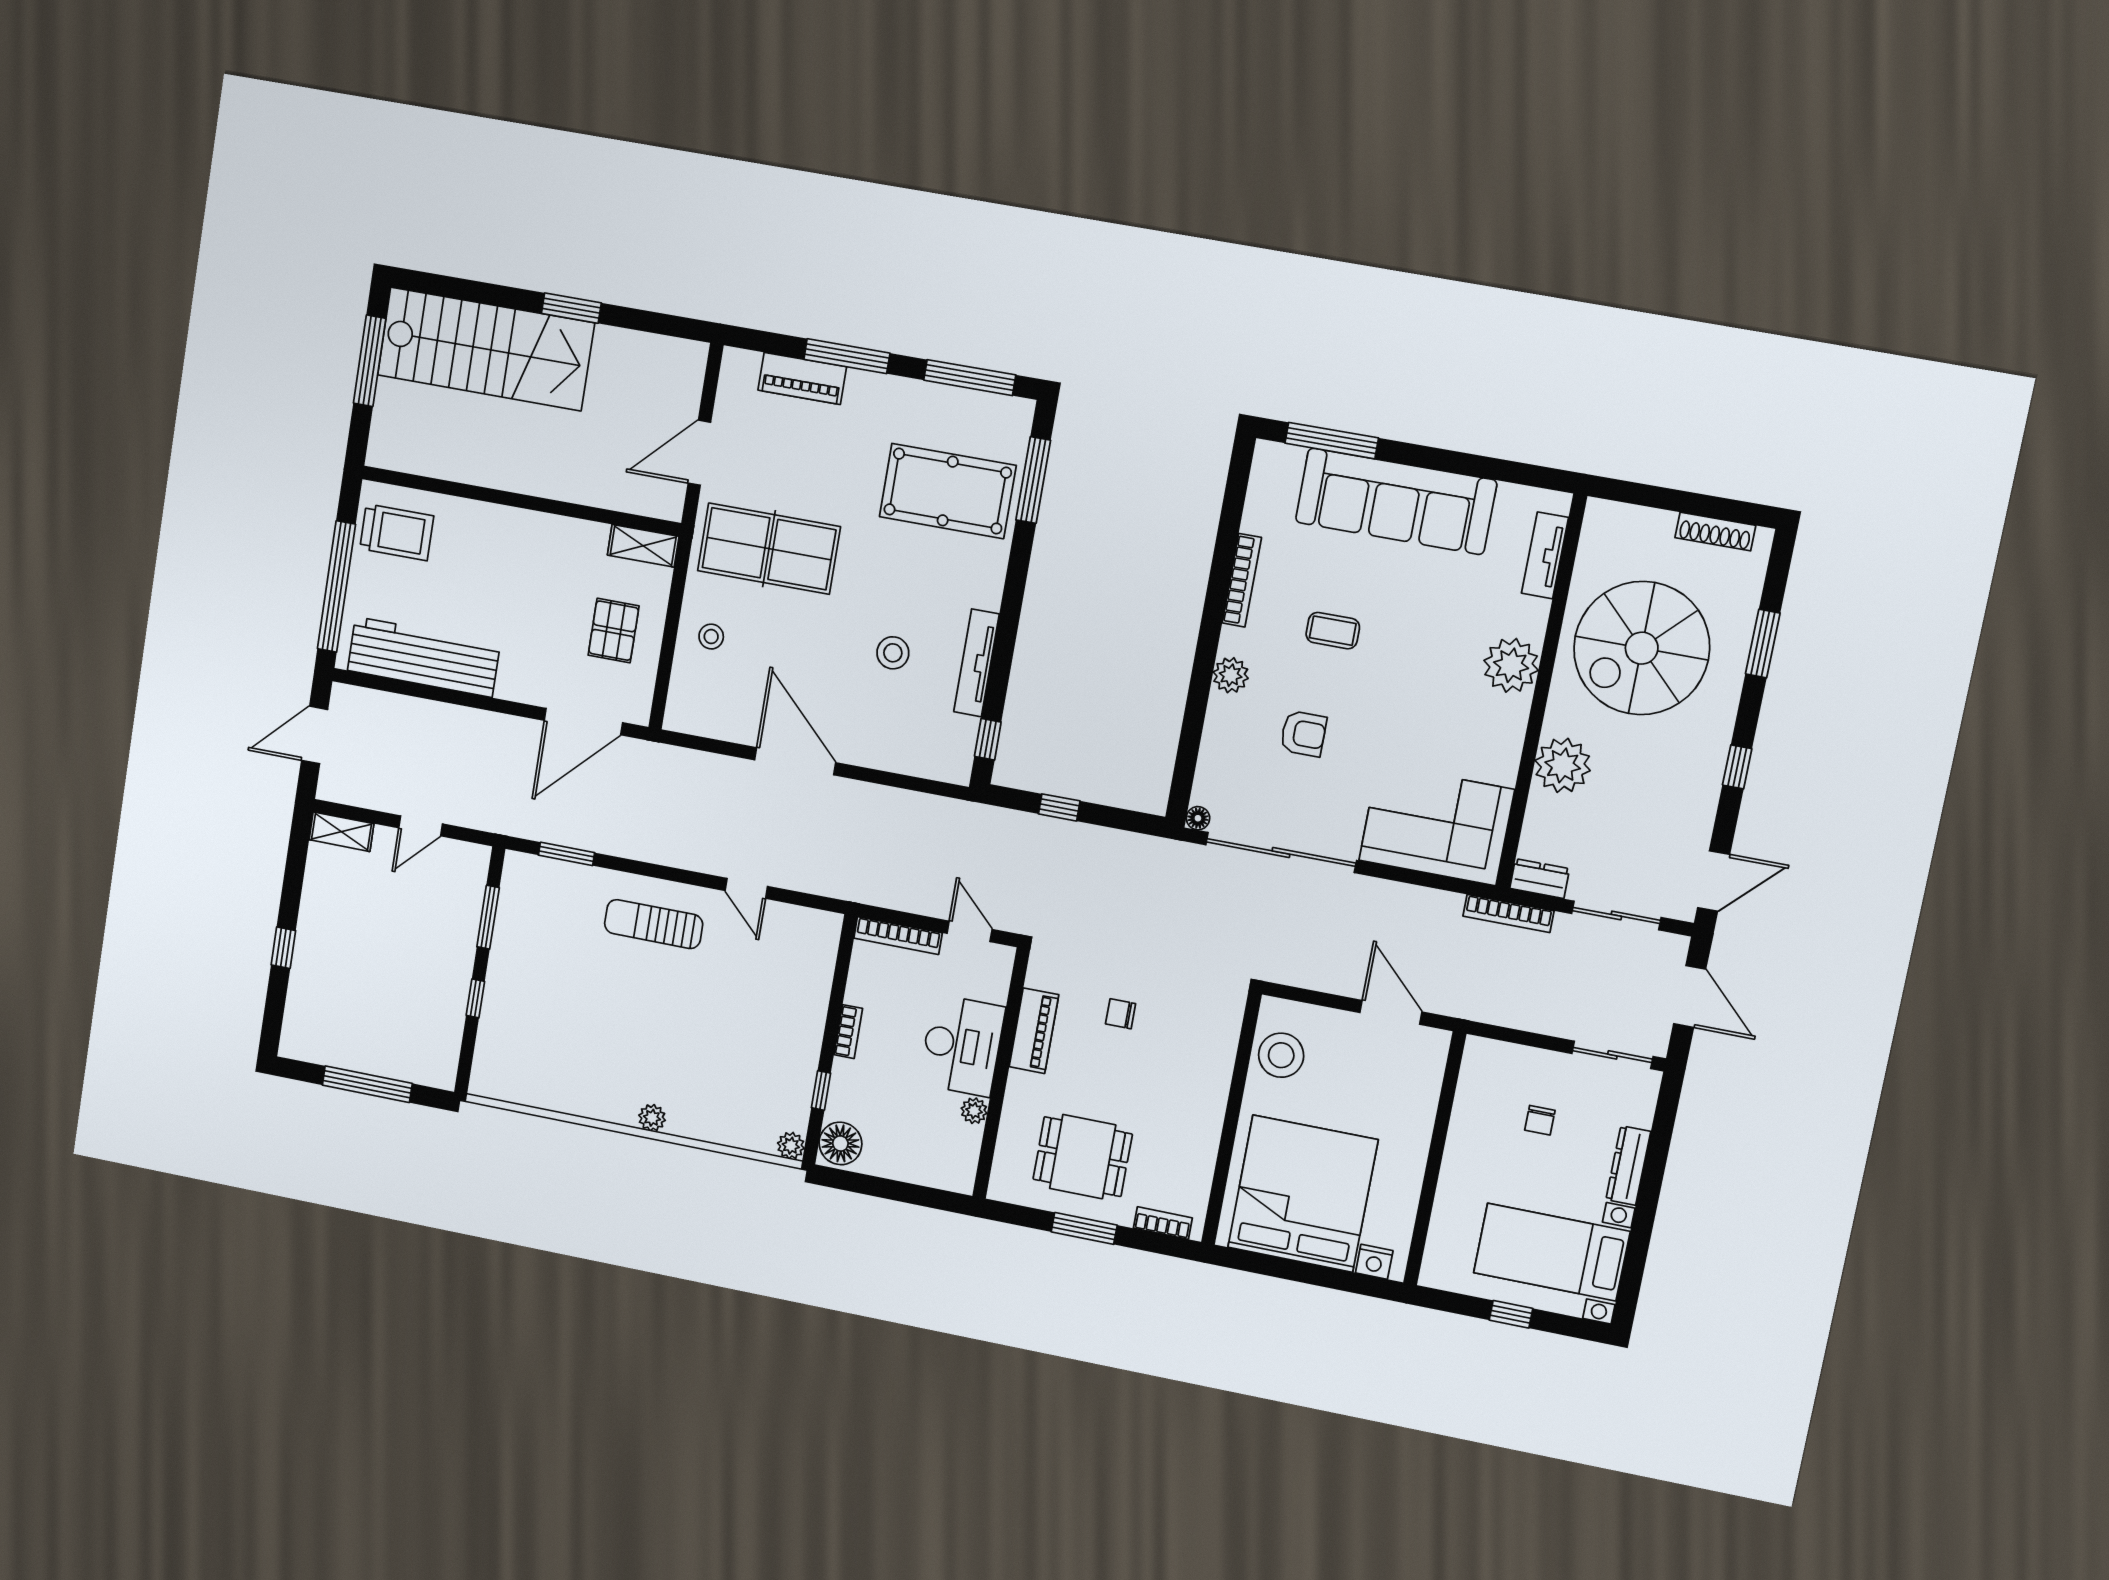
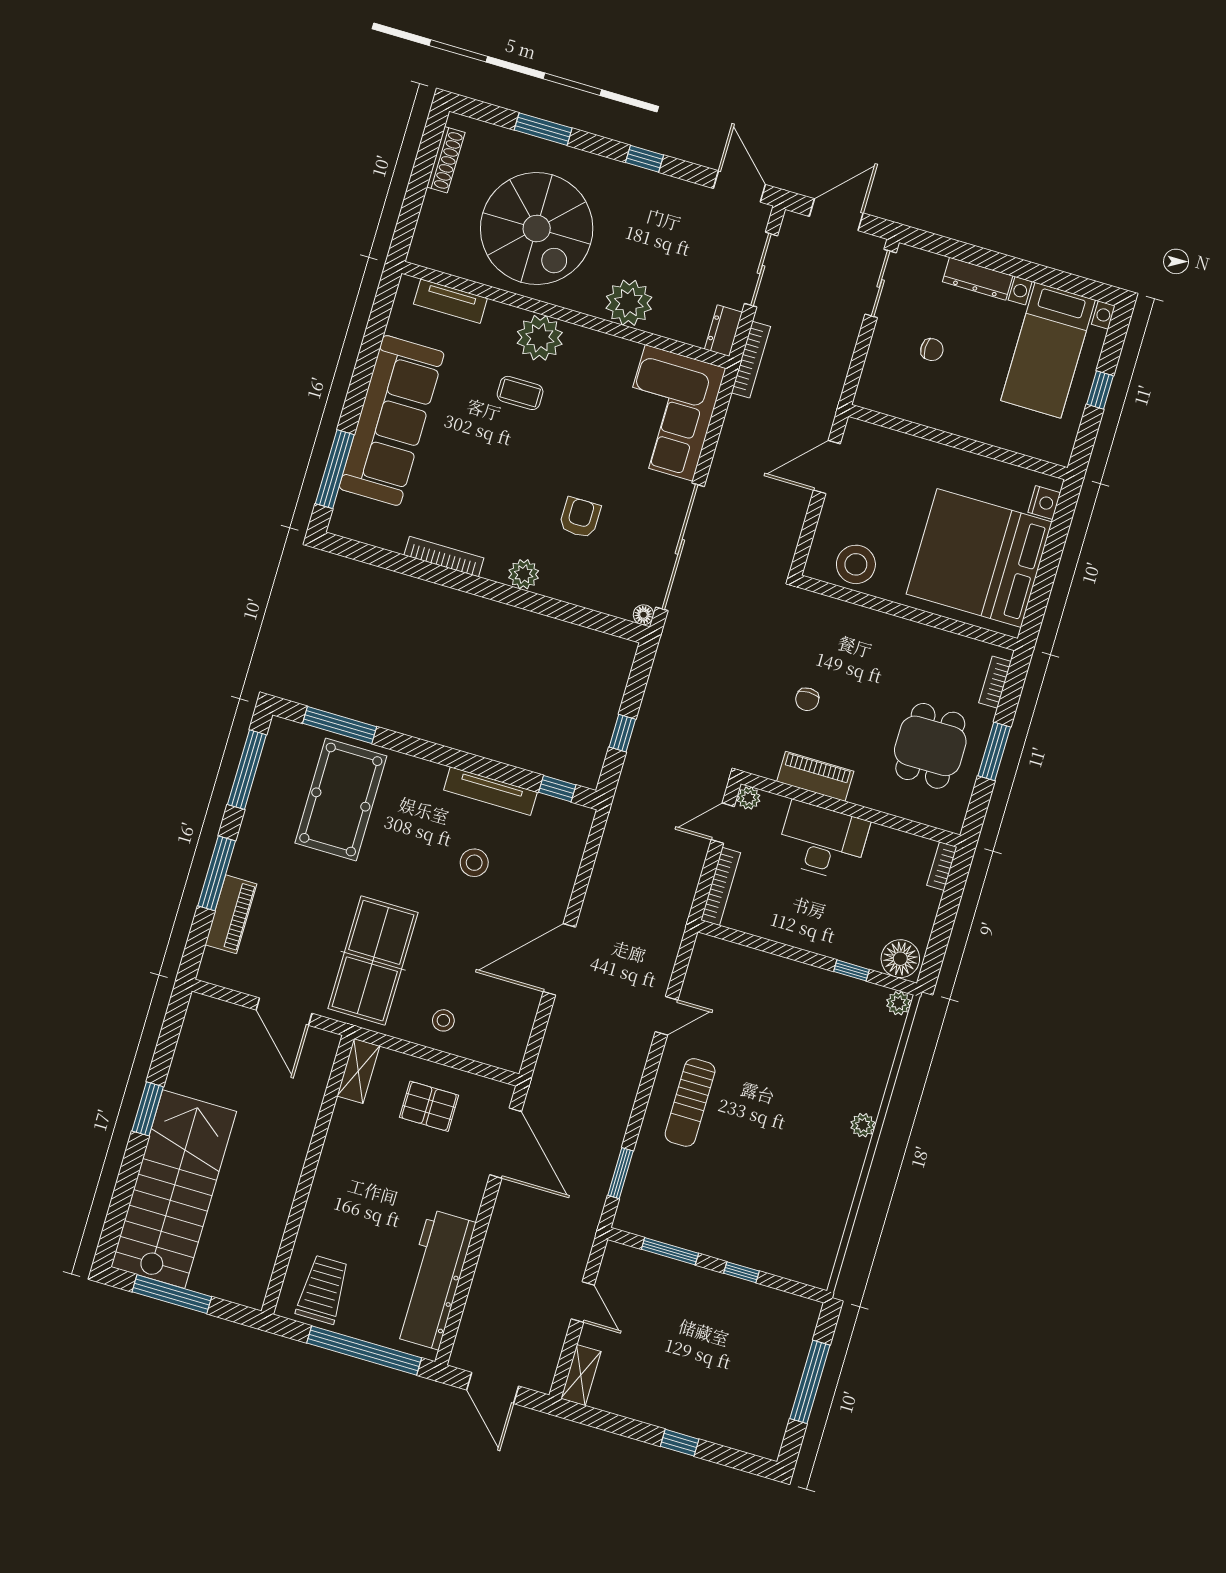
coffee table: (1333, 631) -> (520, 393), moved, turned 90
bookcase: (848, 1032) -> (942, 866), moved, turned -90
plant: (974, 1111) -> (749, 798), moved

